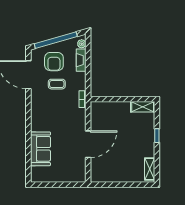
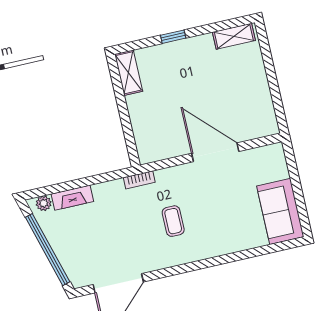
armchair: (54, 62) -> (85, 244), removed
coffee table: (57, 84) -> (173, 221), moved
sofa: (41, 149) -> (280, 211), moved, turned -90

